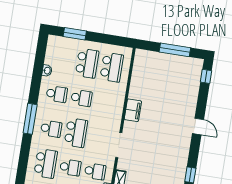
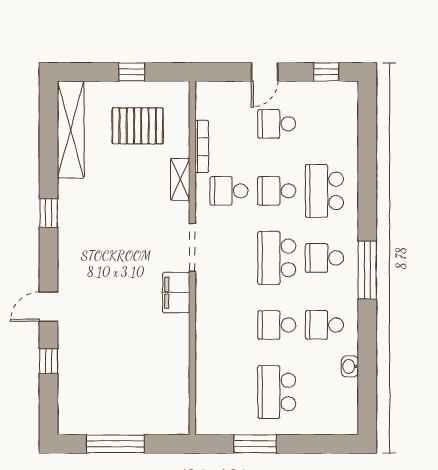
window: (75, 34) -> (255, 444), moved
school desk: (112, 67) -> (229, 392), removed
window: (206, 76) -> (49, 361), moved
filing cabinet: (133, 110) -> (176, 293), moved
door: (198, 126) -> (49, 307), hinge flipped

